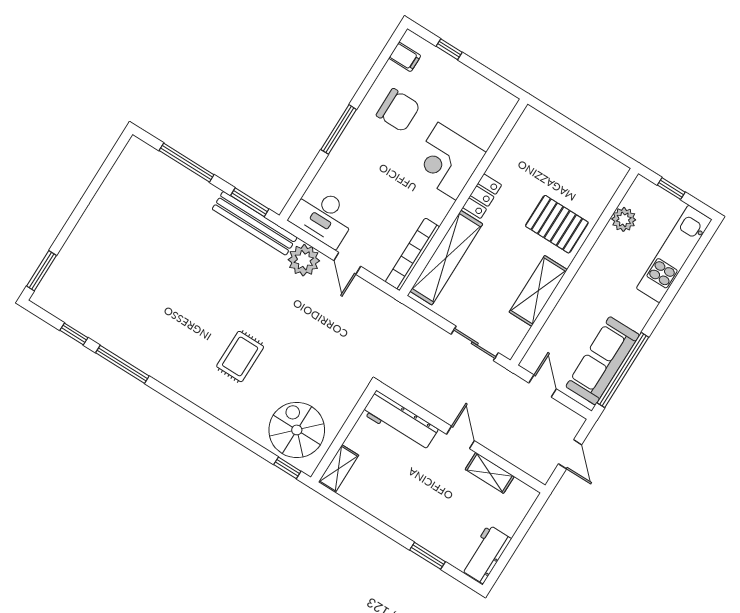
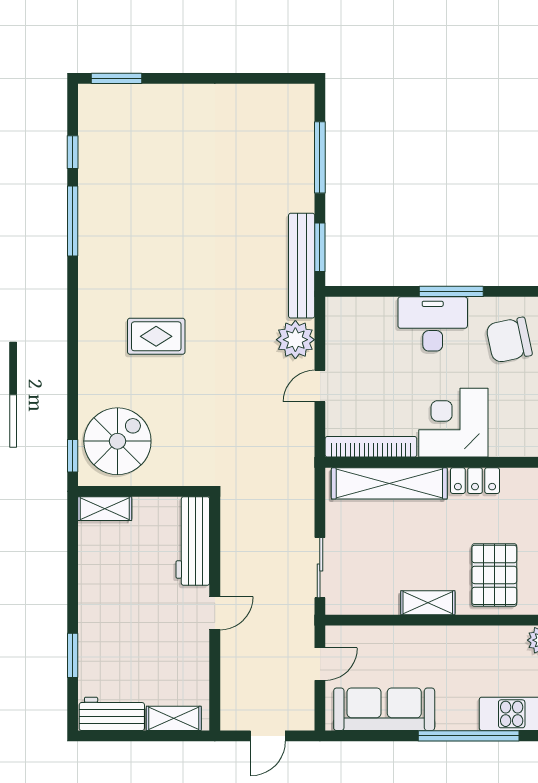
chair: (398, 110) -> (509, 340), turned 78
corner desk: (447, 161) -> (453, 423), moved
desk: (323, 216) -> (433, 324), moved, turned 90
shelving: (538, 291) -> (428, 603), width x0.67, depth x0.75
window: (623, 370) -> (469, 736), moved
shelving: (490, 473) -> (174, 718), moved, turned 90

